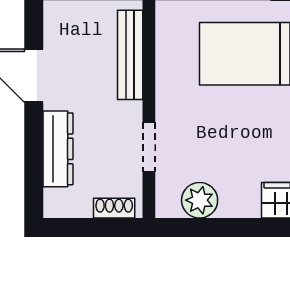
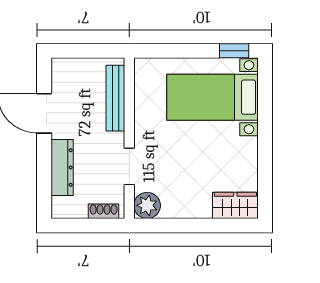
plant: (200, 200) -> (147, 205), moved

